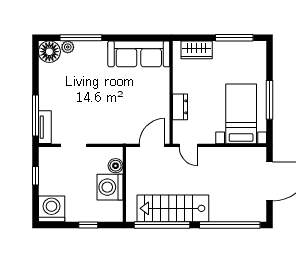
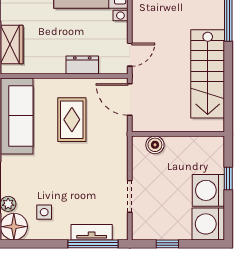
side table: (61, 76) -> (44, 212), added
rug: (136, 98) -> (72, 120), added
tv unit: (45, 127) -> (92, 232), moved
washing machine: (110, 187) -> (208, 190), moved, turned 90
window: (162, 225) -> (228, 87), removed

